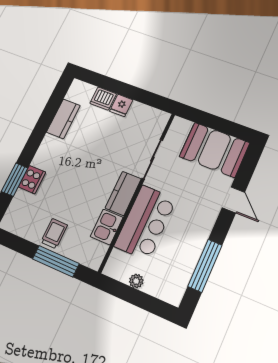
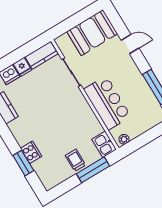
kitchen counter: (123, 193) -> (41, 55), moved, turned -90
kitchen sink: (107, 227) -> (104, 144), moved
plant: (136, 281) -> (124, 139), moved

